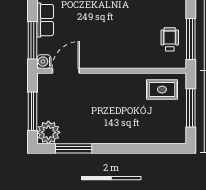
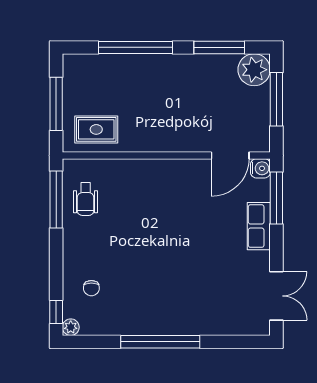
window: (134, 148) -> (136, 47), added

